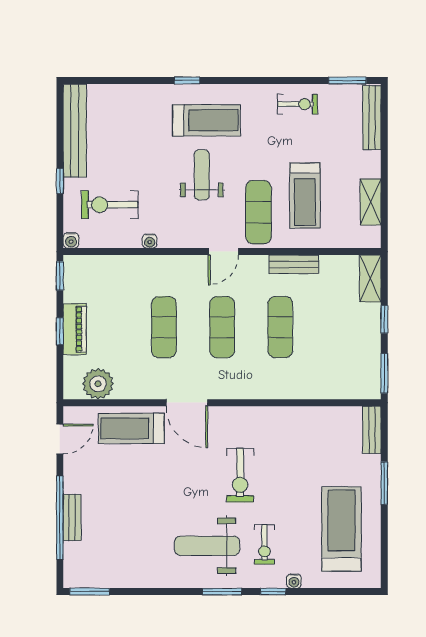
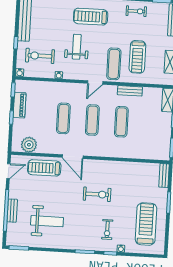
treadmill: (207, 120) -> (91, 17), turned 180
weight bench: (202, 175) -> (77, 47), moved
piano: (75, 329) -> (20, 105), moved
exercise bike: (240, 475) -> (97, 194), turned -90
weight bench: (207, 546) -> (47, 221), moved, turned 180

